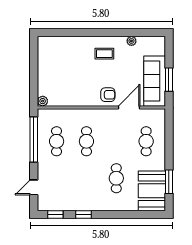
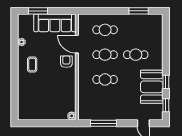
window: (169, 80) -> (38, 11), moved
window: (34, 140) -> (104, 123), width x0.68
cafe table: (57, 141) -> (105, 55), moved
booth: (152, 191) -> (152, 87), moved, turned 90

